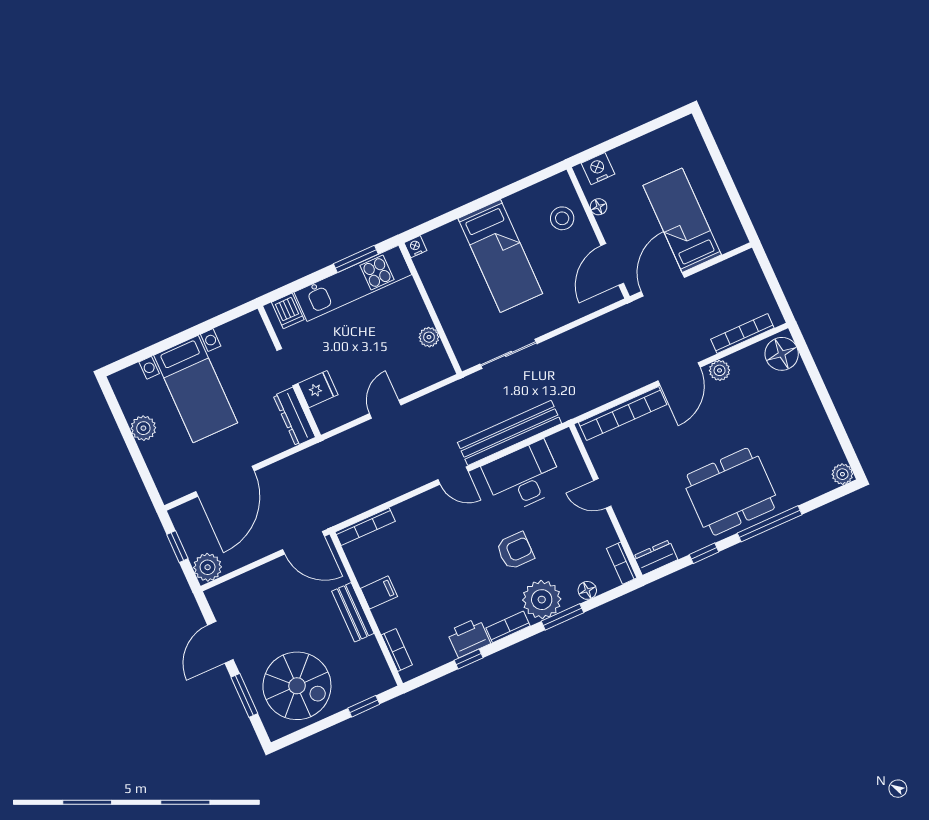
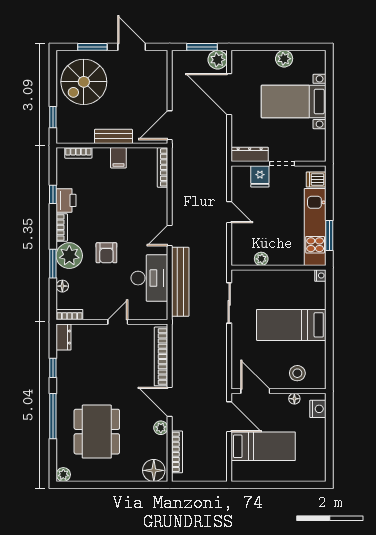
dining table: (731, 492) -> (97, 432), moved
window: (177, 547) -> (202, 47), width x1.50
plant: (208, 567) -> (218, 60), moved

